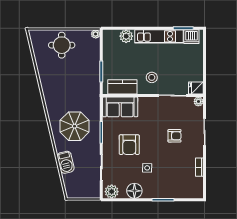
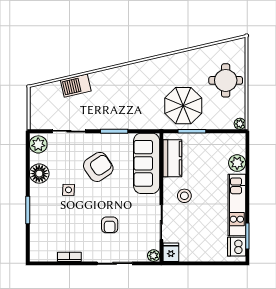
sofa: (120, 107) -> (147, 163), width x1.36
parasol: (75, 126) -> (183, 106), moved
armchair: (129, 145) -> (98, 167), turned 146

